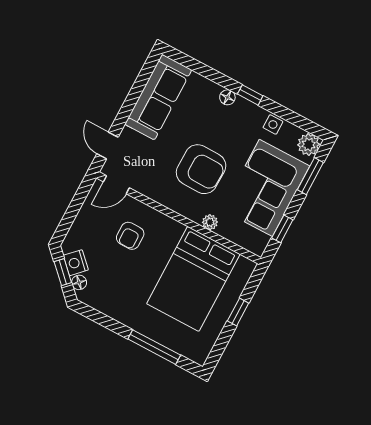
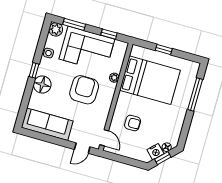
floor lamp: (227, 97) -> (42, 85), width x1.89, depth x1.89

